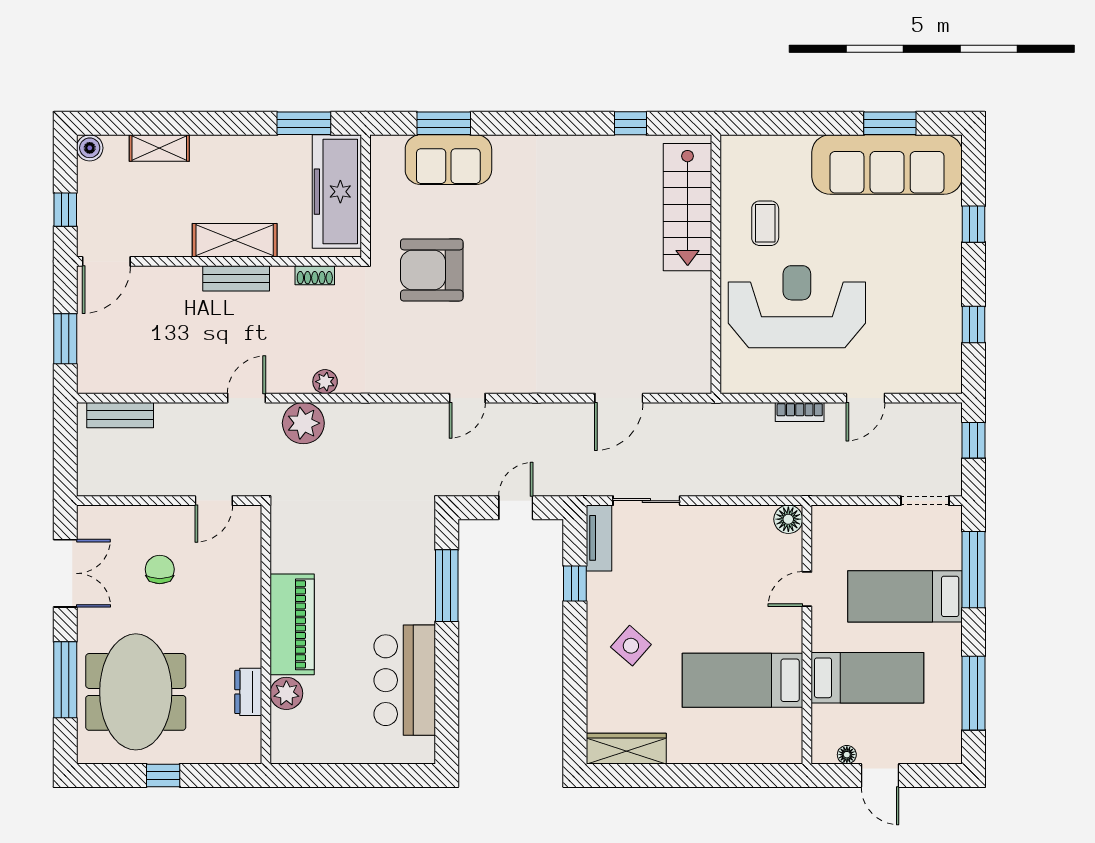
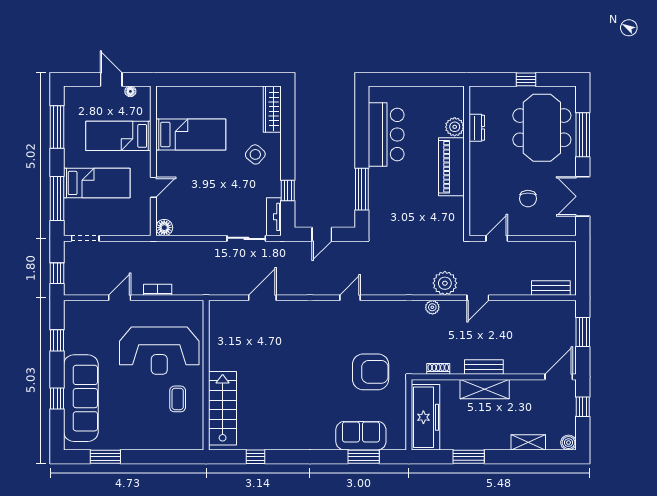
window: (304, 123) -> (469, 457), moved
sofa: (887, 165) -> (81, 398), moved, turned 90
wardrobe: (626, 749) -> (272, 109), moved, turned 90

